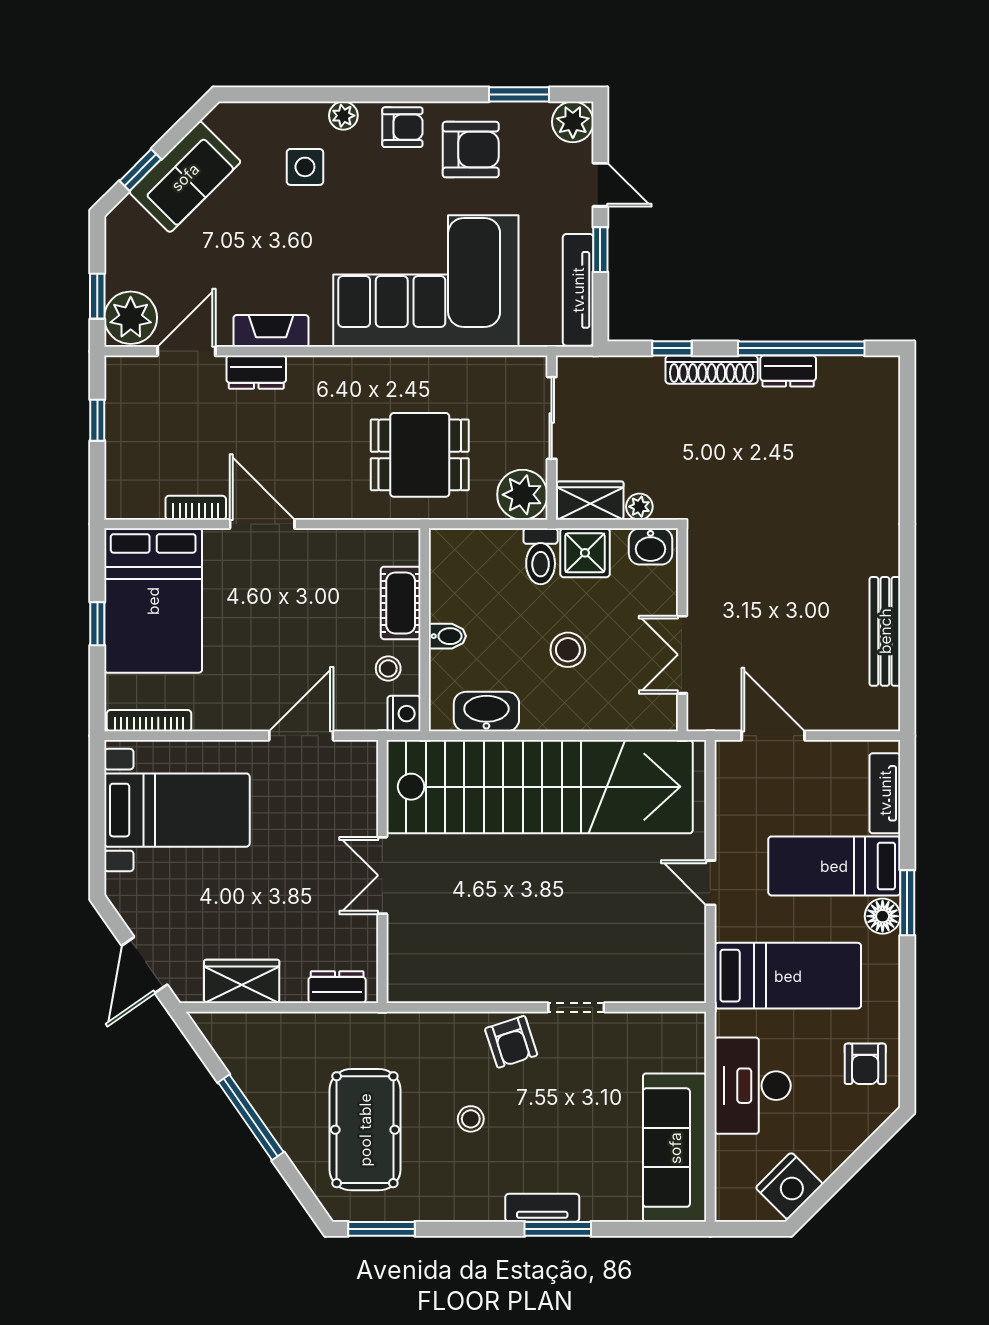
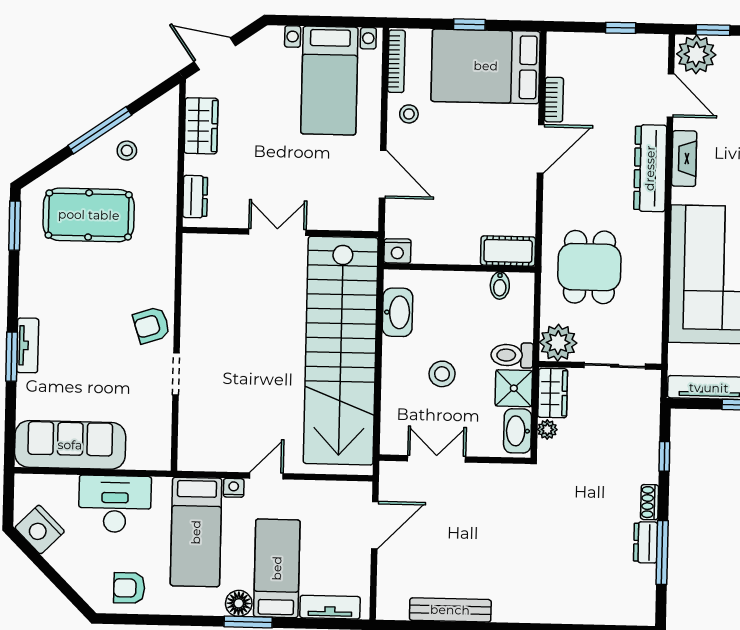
window: (801, 348) -> (662, 553), width x0.68
shoe rack: (712, 370) -> (650, 502), width x0.51, depth x0.81
dresser: (256, 372) -> (650, 168), width x1.96, depth x1.24
washbasin: (651, 546) -> (518, 431), width x1.38
cot: (401, 603) -> (508, 251), moved
bidet: (447, 636) -> (500, 286), moved
stool: (388, 668) -> (409, 114), moved
nightstand: (727, 926) -> (234, 488), added
stool: (471, 1119) -> (127, 151), moved

